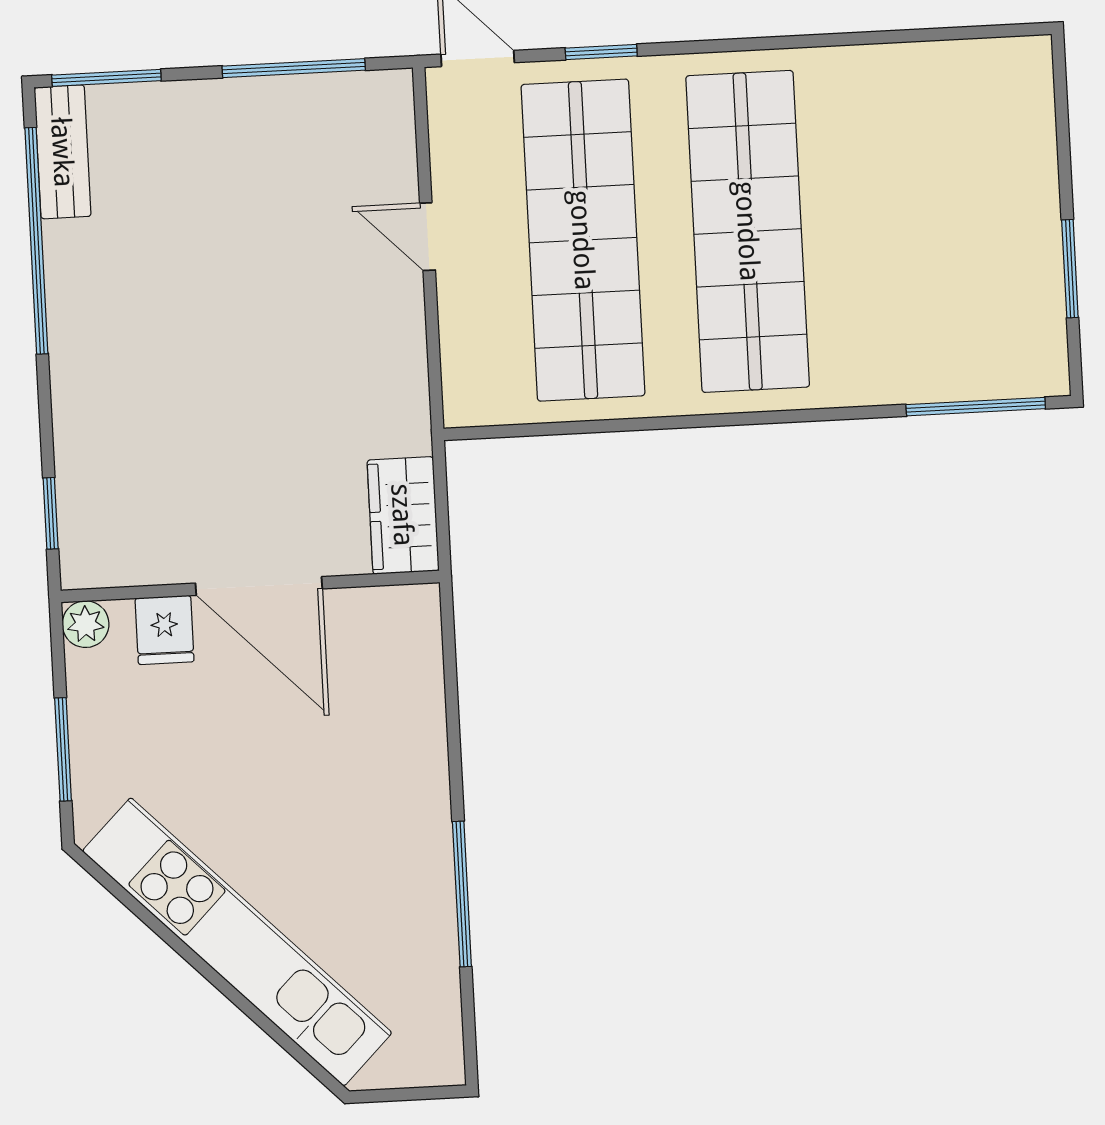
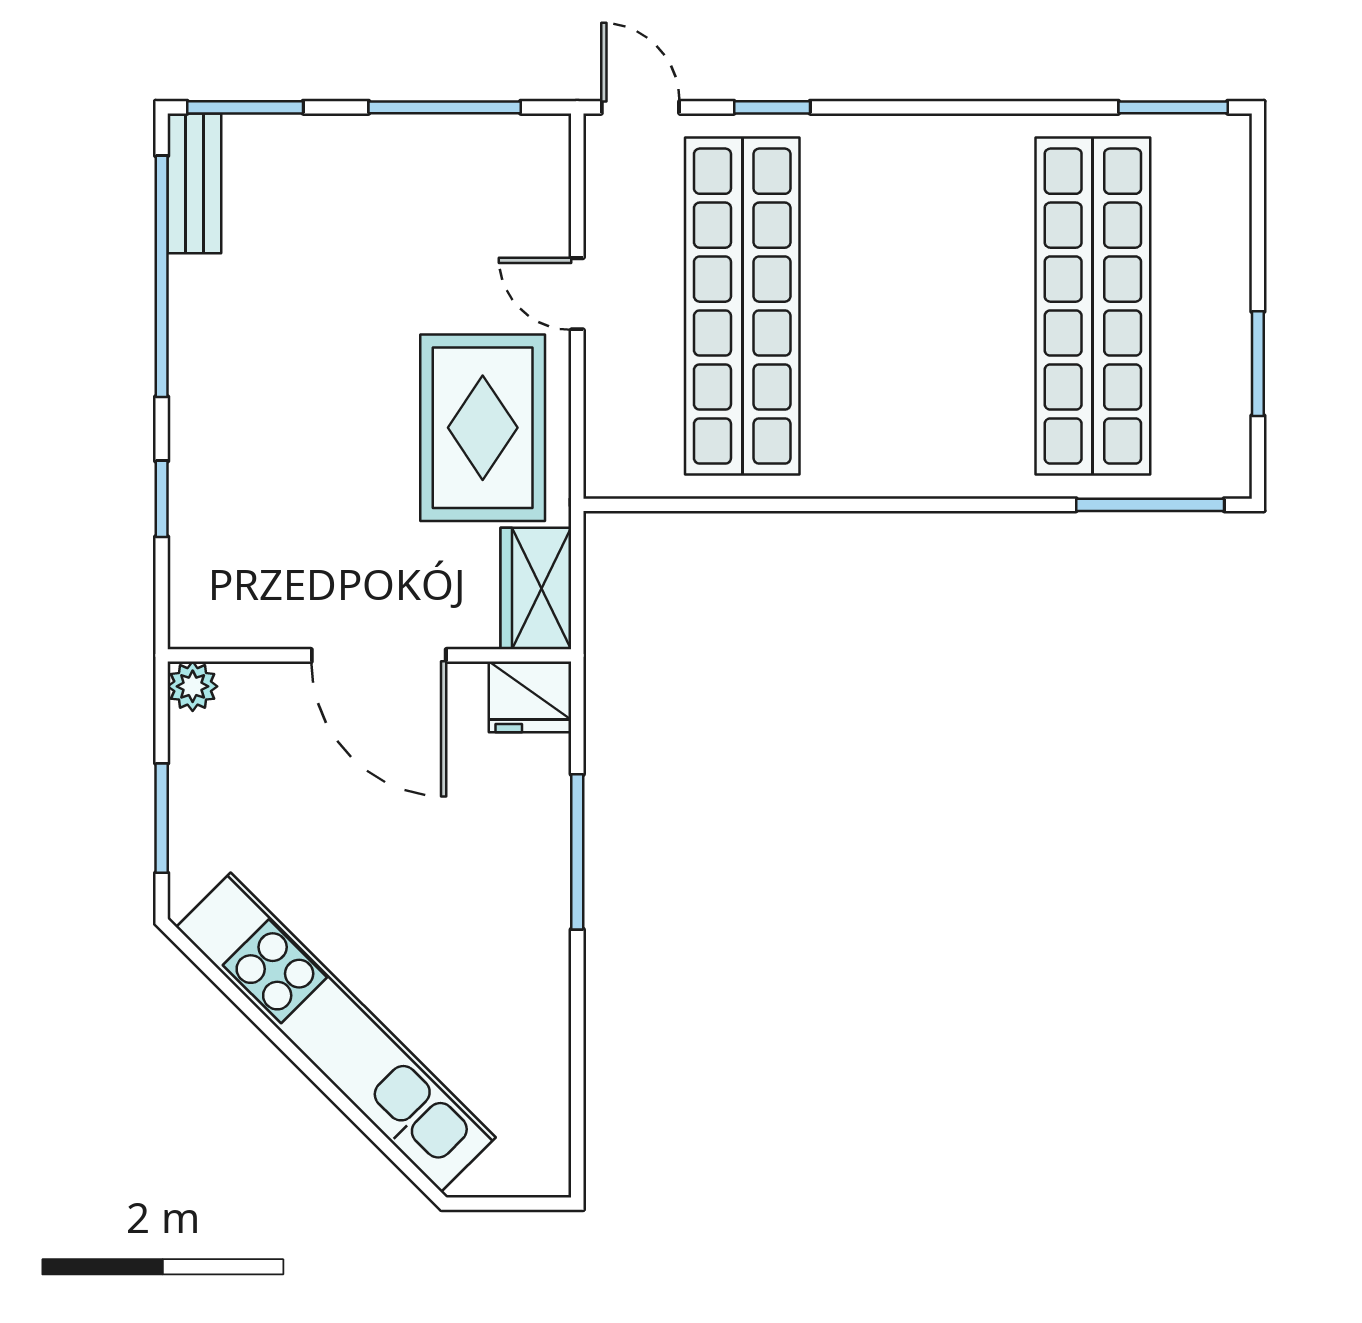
window: (978, 32) -> (1173, 107), added
shop shelf: (748, 231) -> (1093, 306), moved
rug: (345, 367) -> (483, 428), added
window: (51, 513) -> (162, 499), moved
fridge: (165, 630) -> (530, 697), moved, width x1.38
window: (462, 894) -> (577, 852), moved

